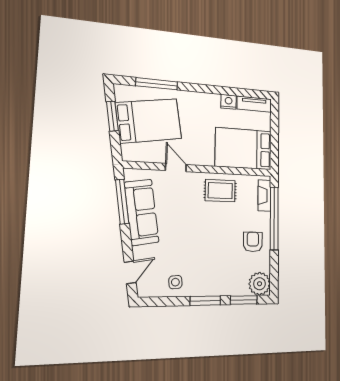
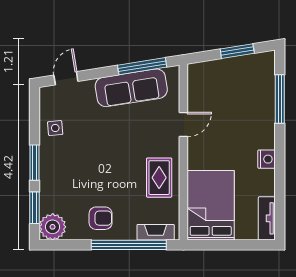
nightstand: (229, 102) -> (267, 159), moved
bed: (149, 121) -> (235, 92), removed
door: (130, 272) -> (66, 78), swing flipped

